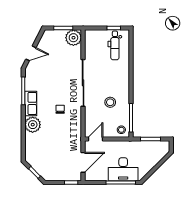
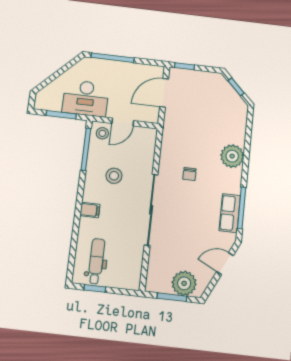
plant: (73, 38) -> (184, 283), moved
filing cabinet: (123, 78) -> (90, 210), added
row of seats: (31, 103) -> (230, 213), moved
door: (96, 139) -> (123, 122), moved
desk: (123, 169) -> (86, 98), moved, turned 180

